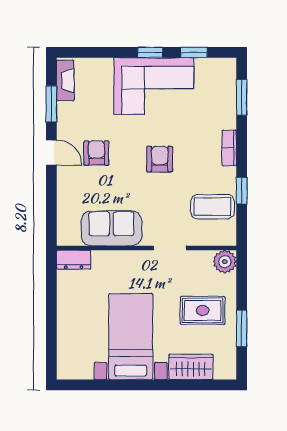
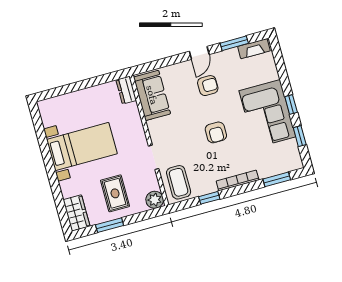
bookcase: (229, 148) -> (238, 181), width x1.56
armchair: (160, 159) -> (216, 132), turned 90
coffee table: (212, 207) -> (179, 182), moved
sofa: (111, 228) -> (152, 95), moved
wardrobe: (191, 367) -> (76, 213), moved

